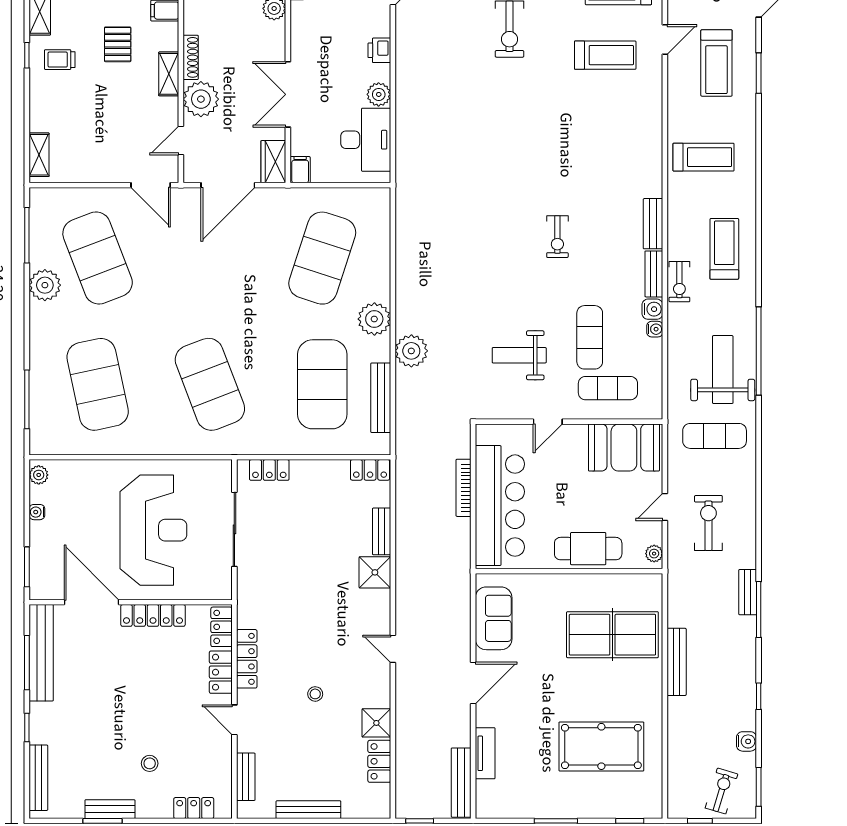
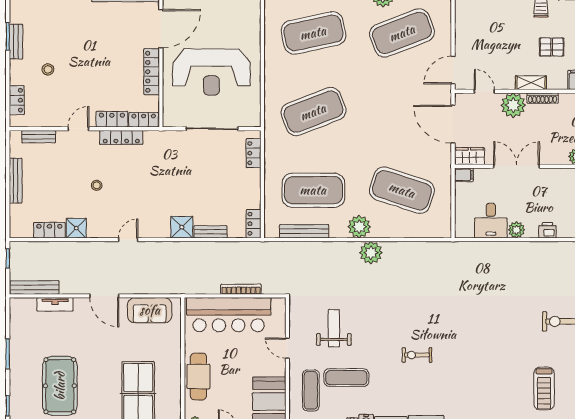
desk: (366, 140) -> (491, 221), width x0.73
plant: (411, 351) -> (371, 253), moved

